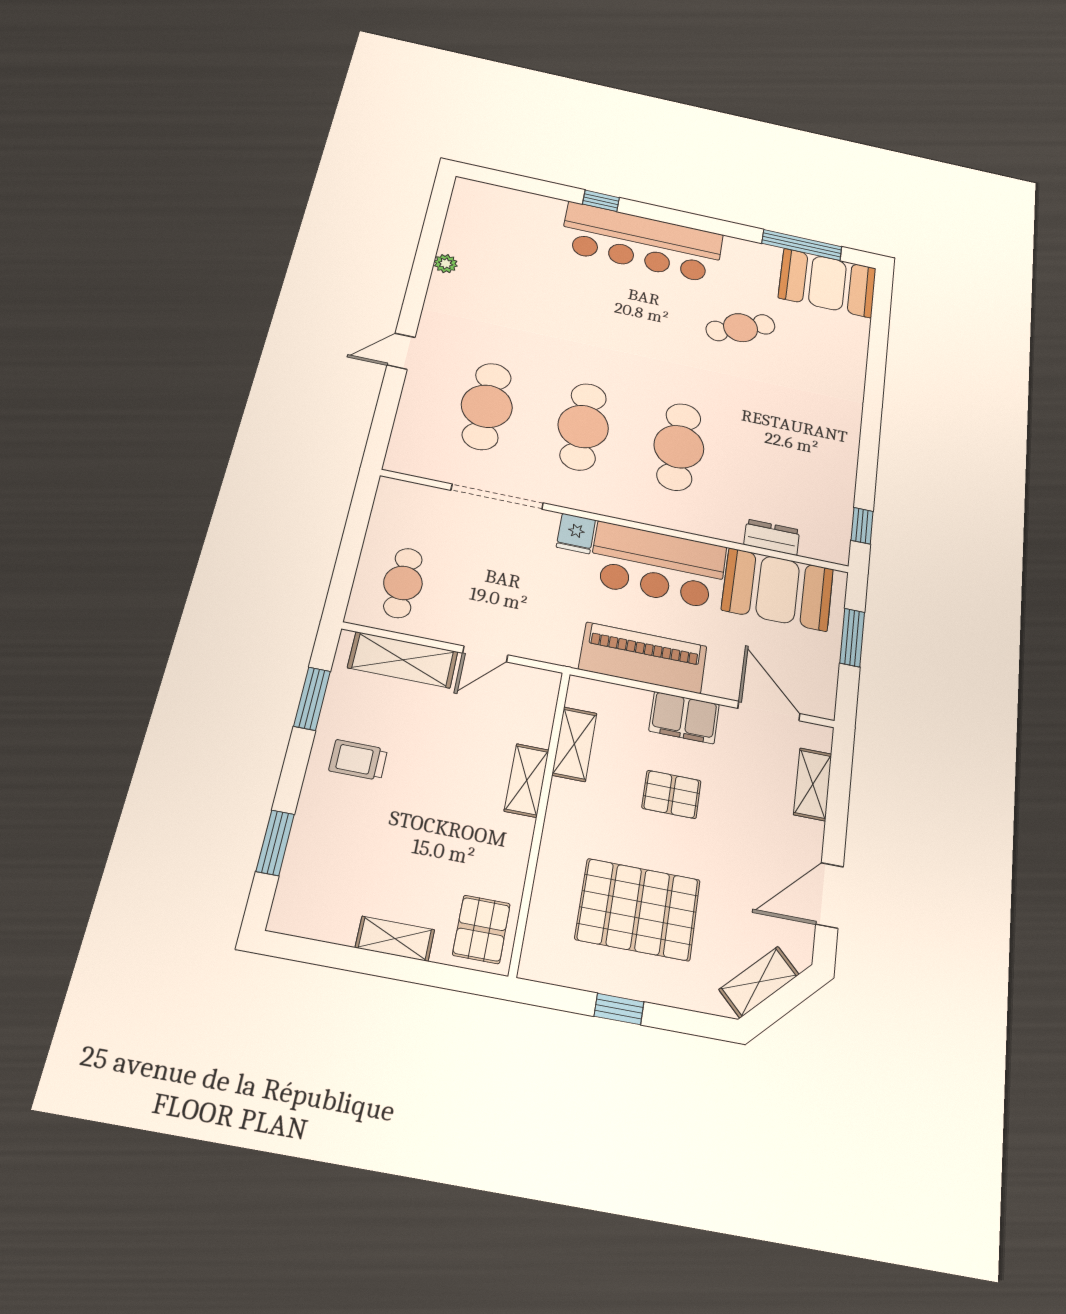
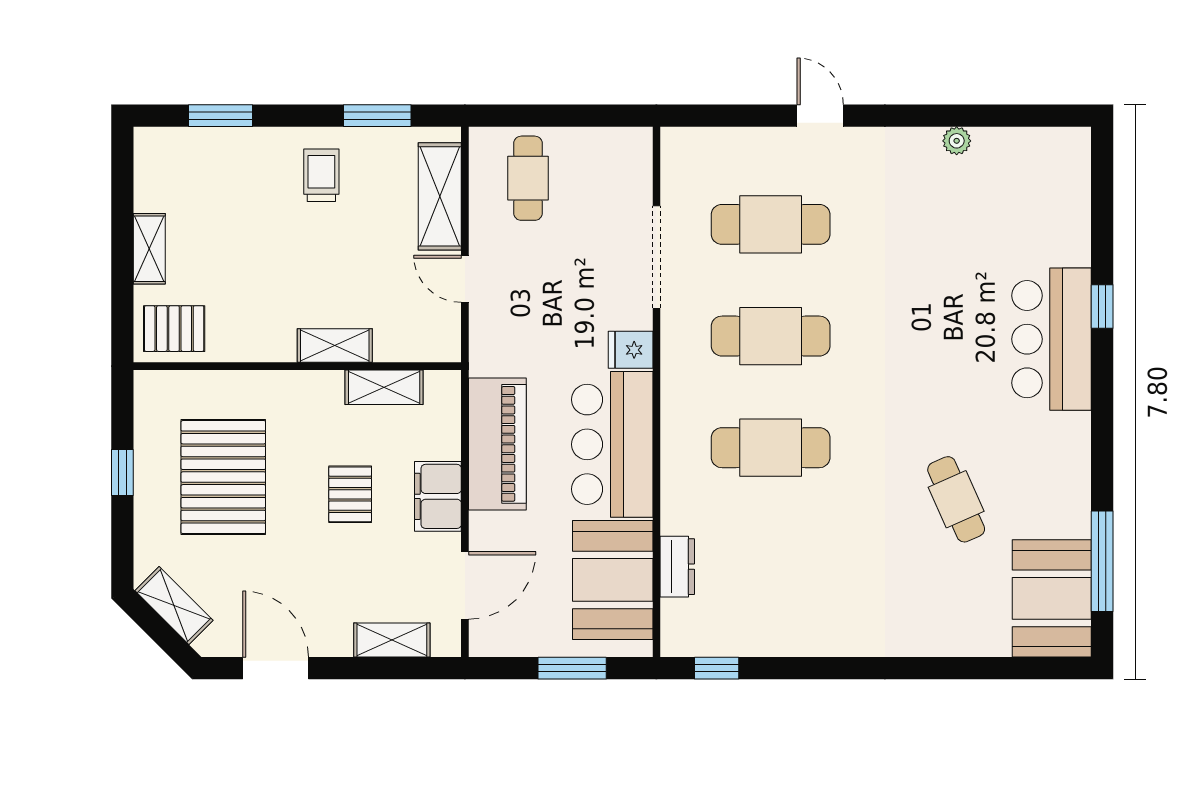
bar counter: (642, 242) -> (1052, 339), width x0.73
cafe table: (403, 583) -> (528, 178), turned 90

